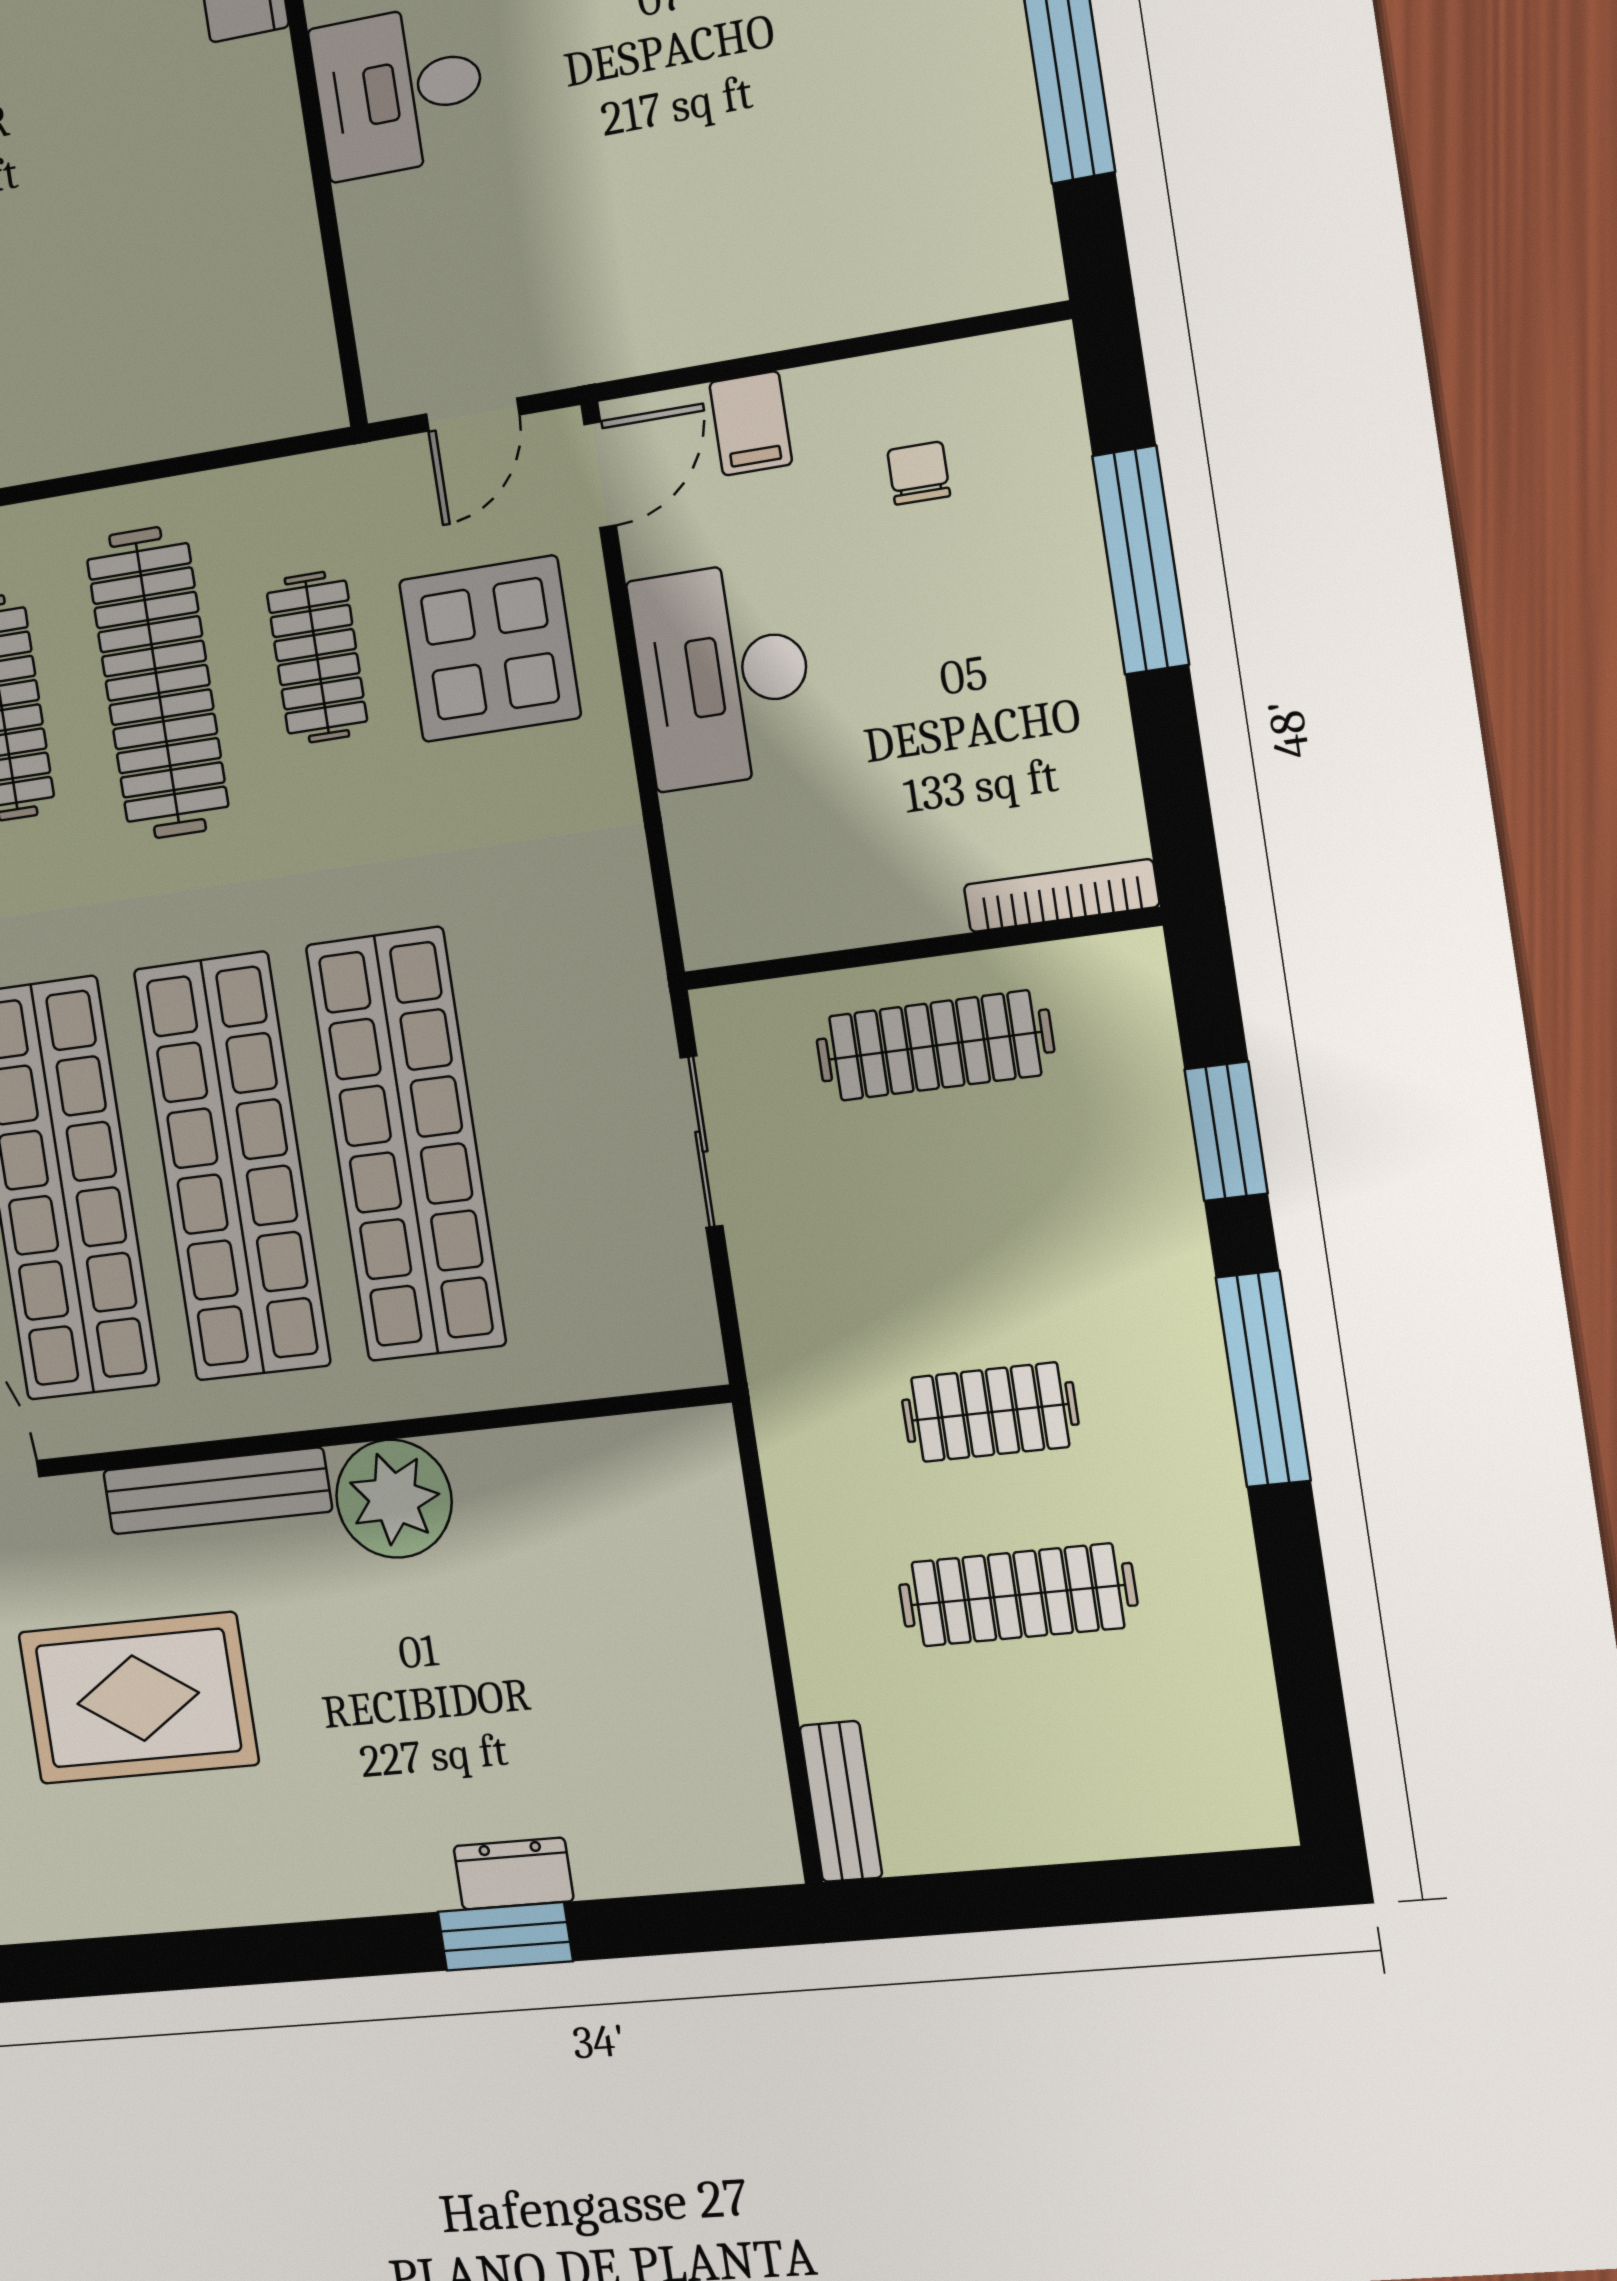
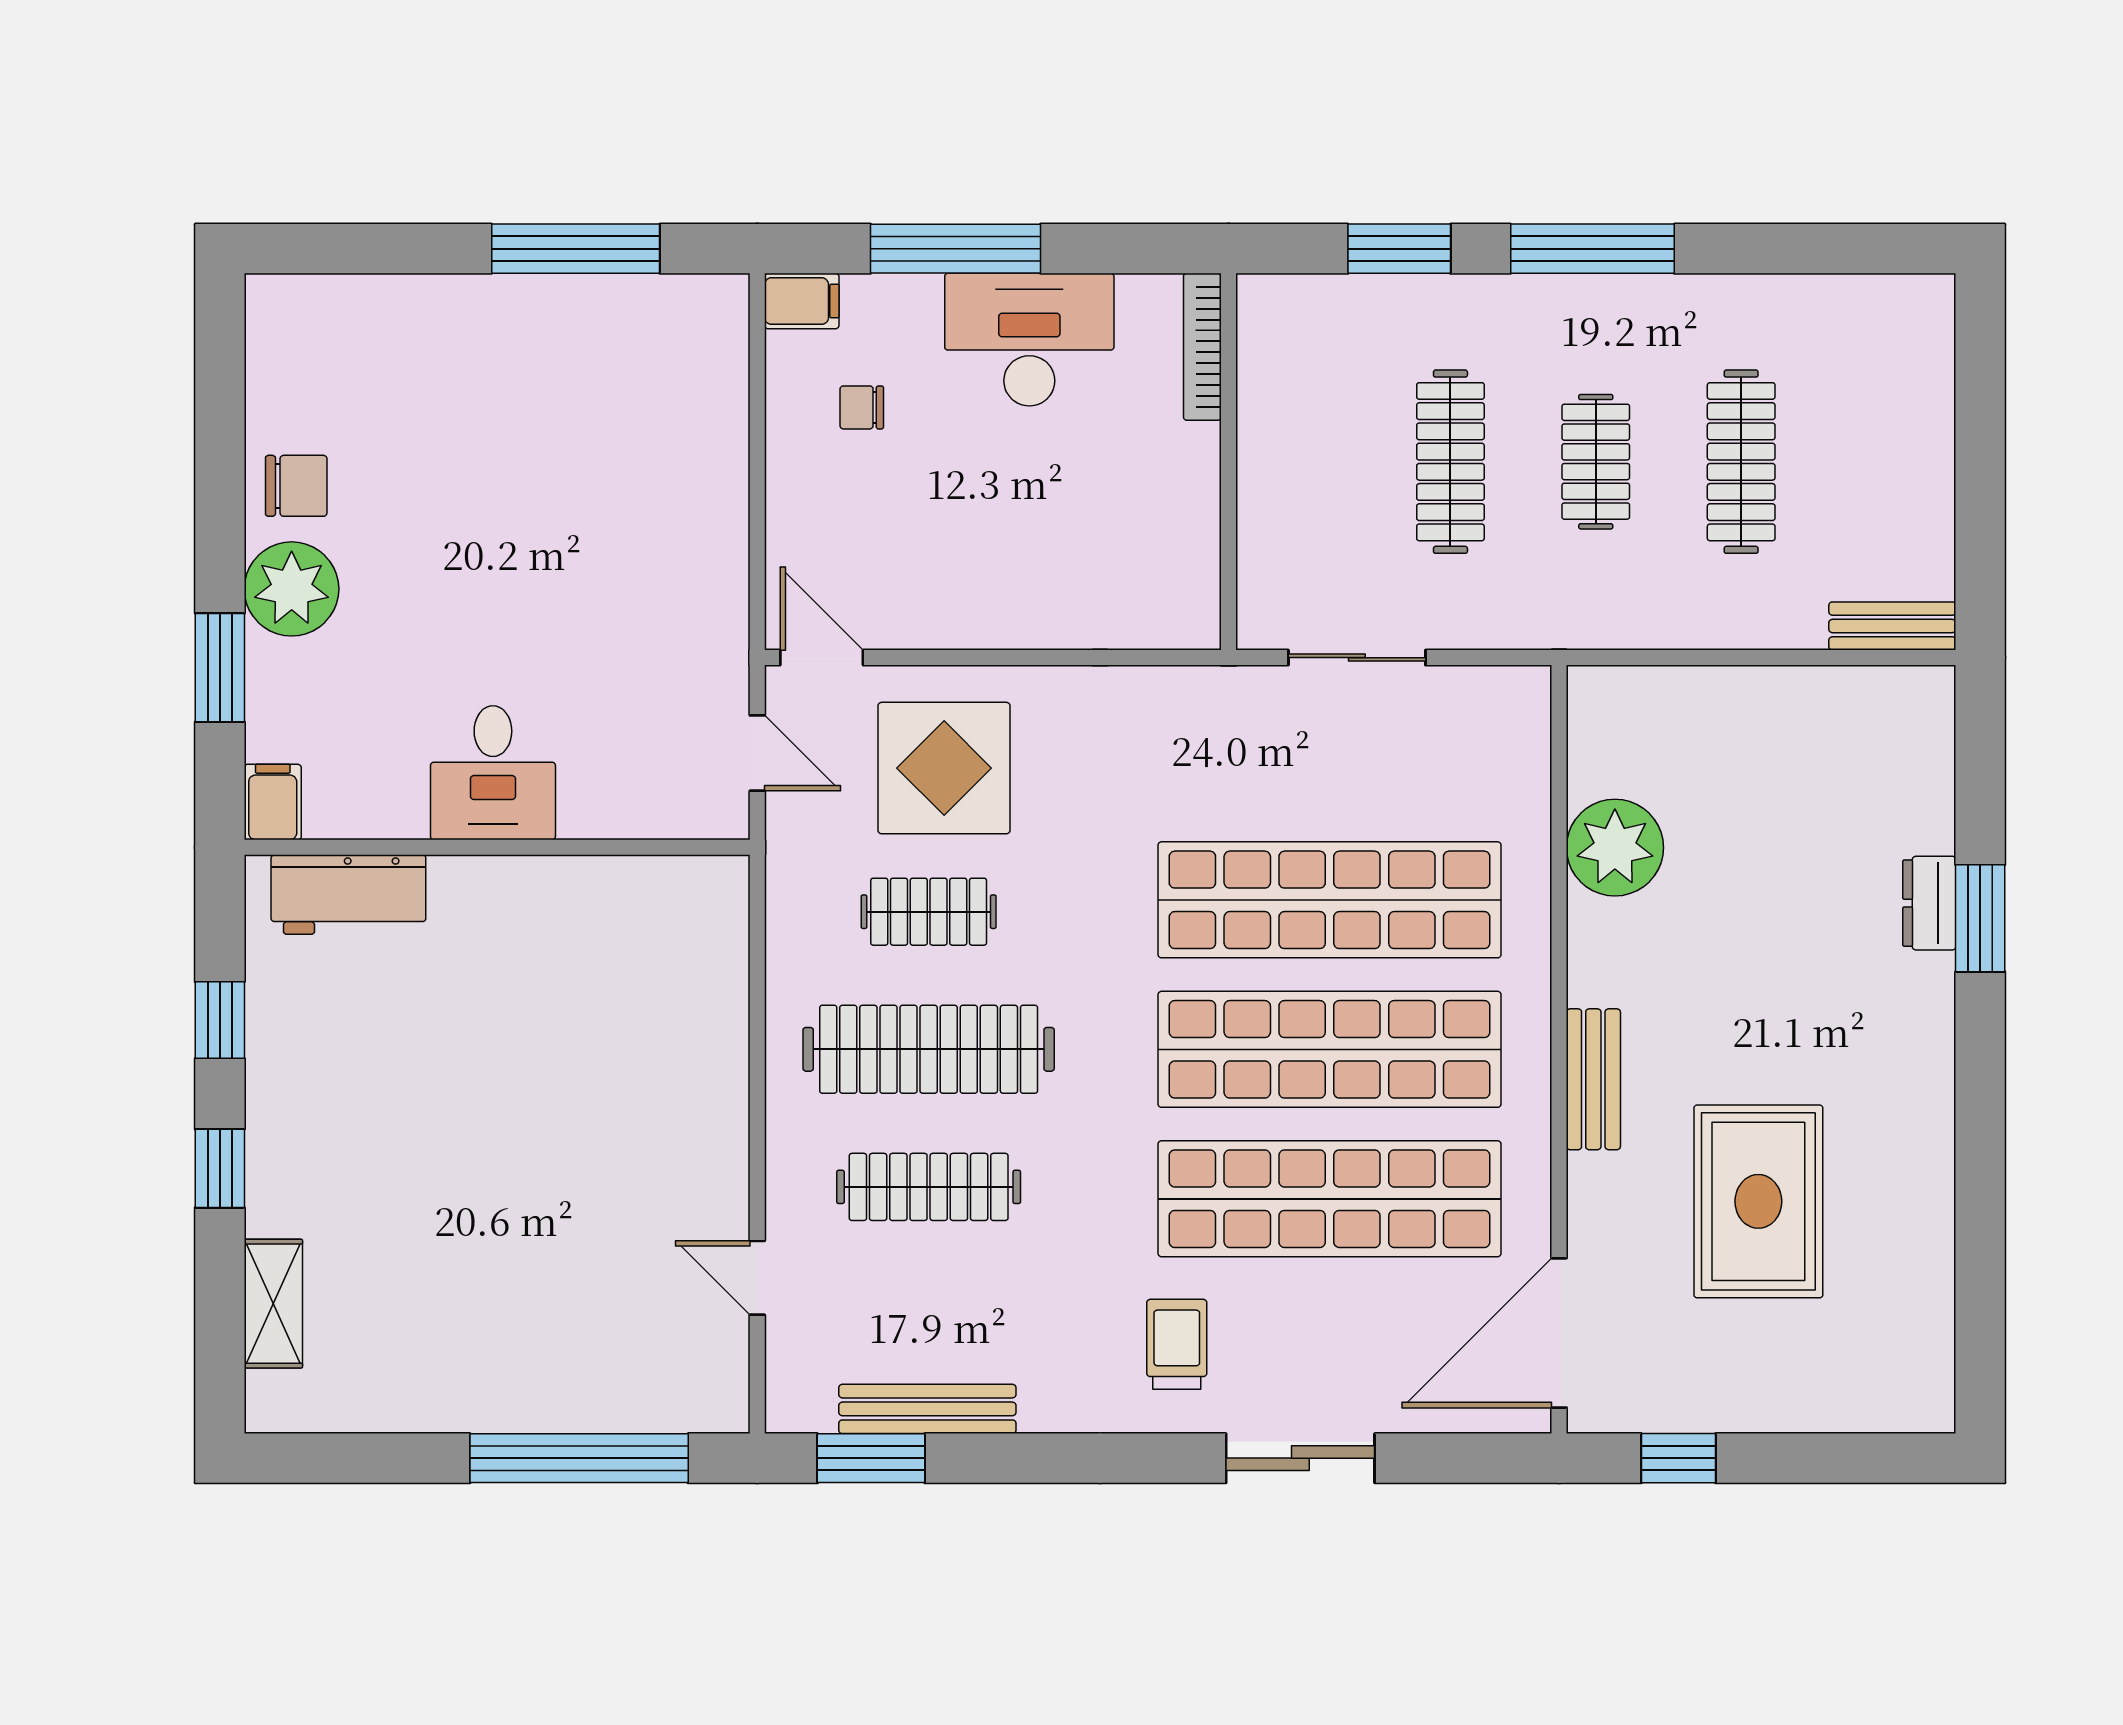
filing cabinet: (751, 423) -> (802, 301), moved
desk: (723, 675) -> (1029, 340), moved, turned 180
clothes rail: (935, 1046) -> (1450, 462), moved
bench: (217, 1491) -> (1593, 1079), width x0.73
plant: (394, 1499) -> (1615, 848), moved

